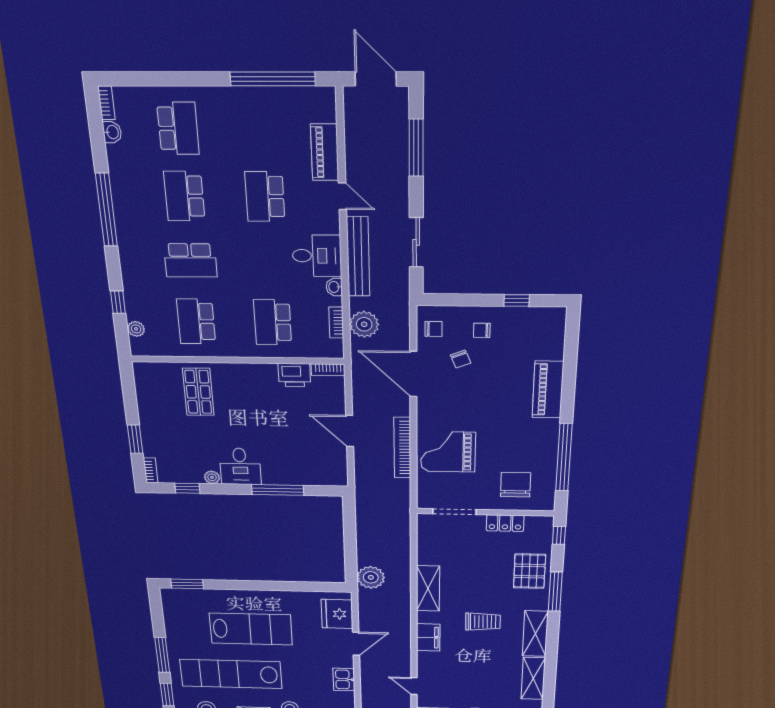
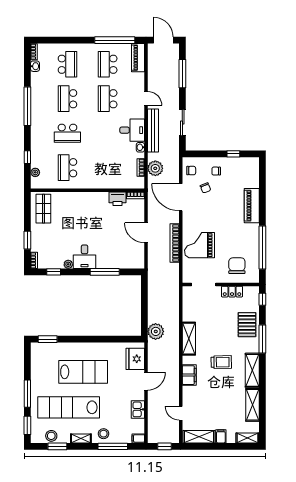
piano: (325, 152) -> (138, 58), moved
school desk: (273, 322) -> (108, 64), moved
shop shelf: (198, 392) -> (43, 209), moved

